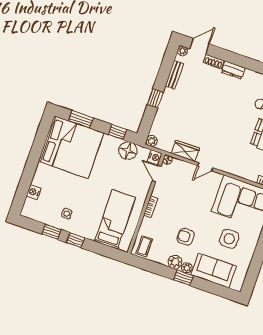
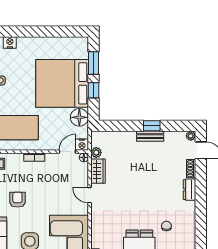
bench: (174, 75) -> (150, 136), moved
window: (155, 98) -> (152, 126), moved
window: (117, 132) -> (93, 90), moved
plant: (152, 141) -> (96, 152), moved
bed: (71, 147) -> (62, 83), moved, turned 90

